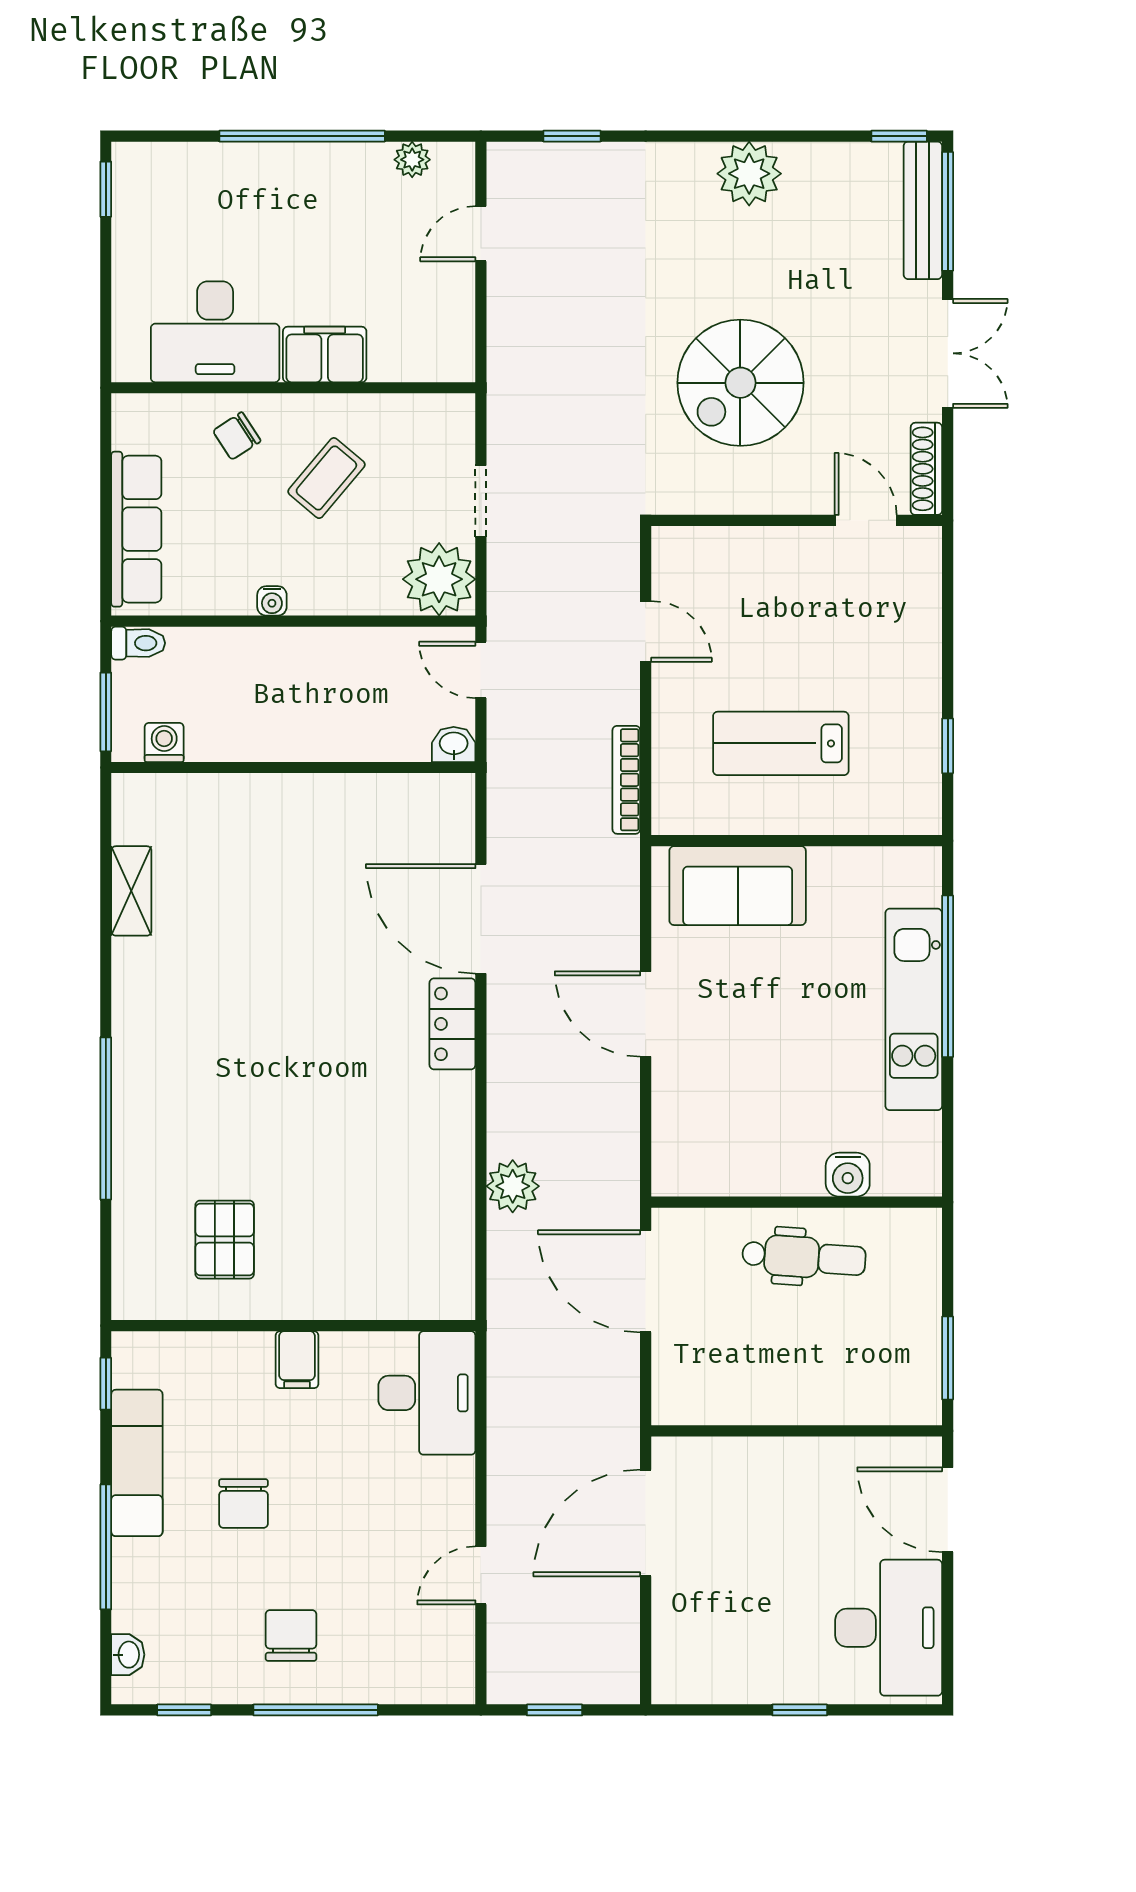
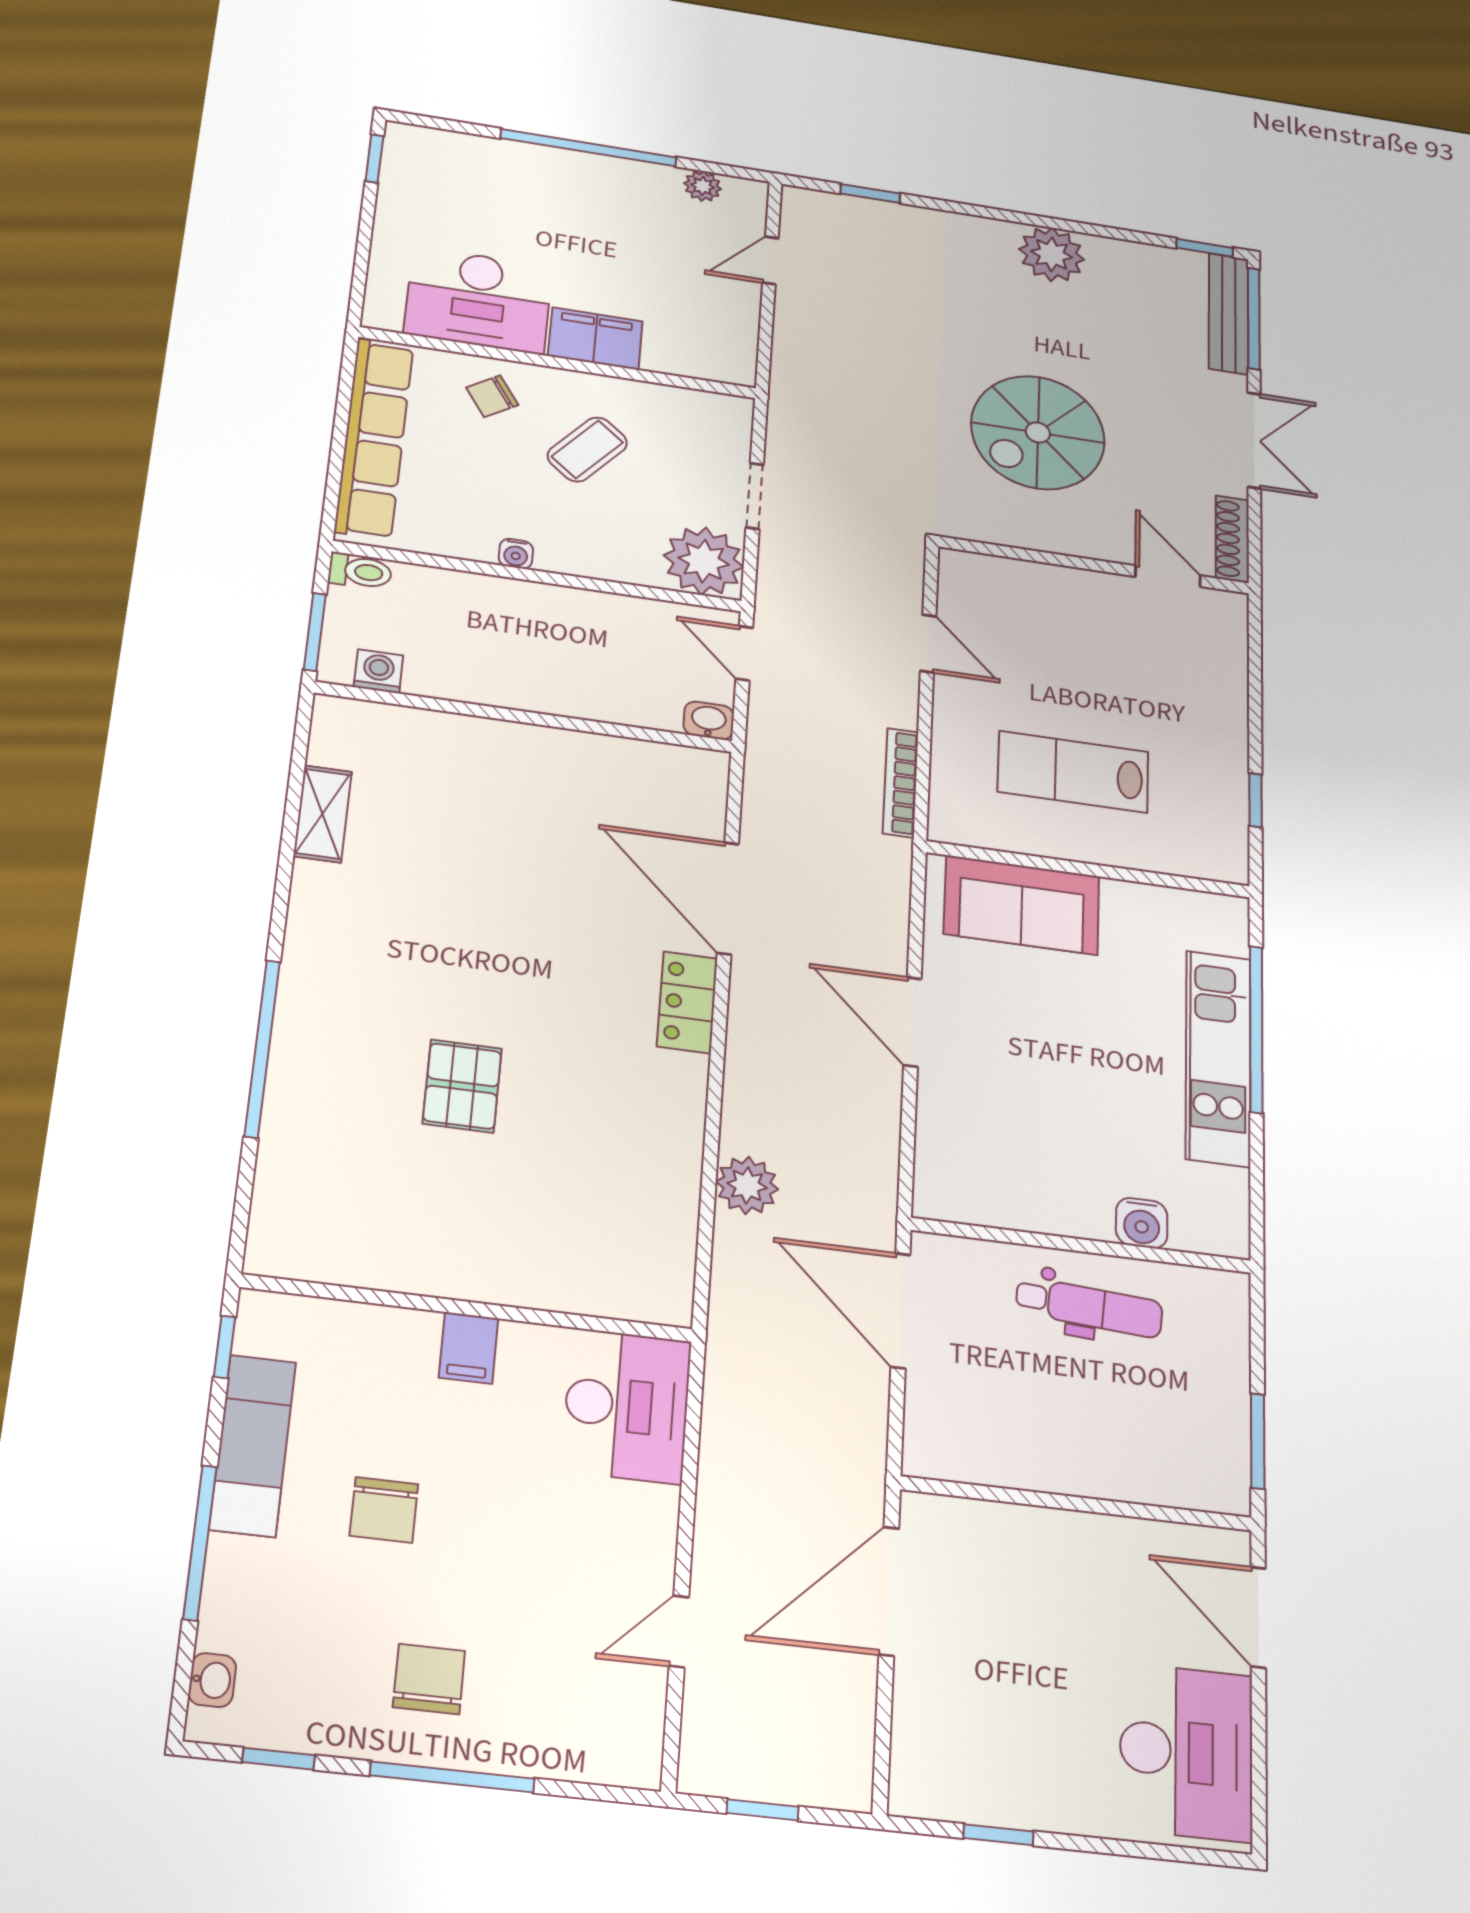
row of seats: (136, 529) -> (374, 438), width x1.36
pallet: (225, 1240) -> (462, 1086), moved
window: (800, 1710) -> (998, 1835), moved

